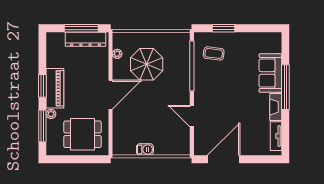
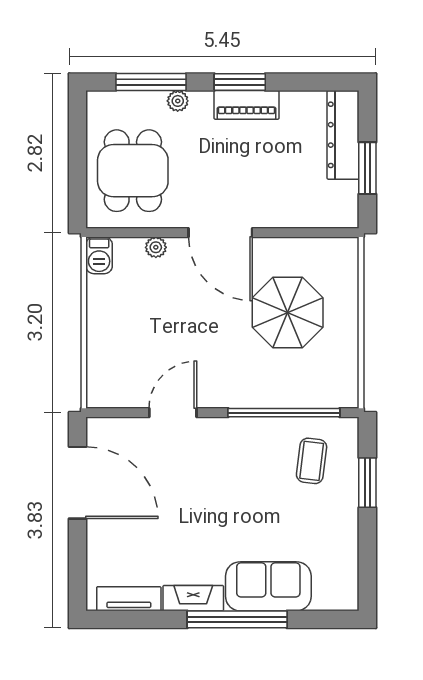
window: (81, 28) -> (367, 168), width x0.69
dresser: (85, 39) -> (343, 135), moved
plant: (117, 54) -> (156, 247), moved
piano: (55, 88) -> (246, 105), width x0.73, depth x0.75
barbecue: (145, 149) -> (99, 255), moved

